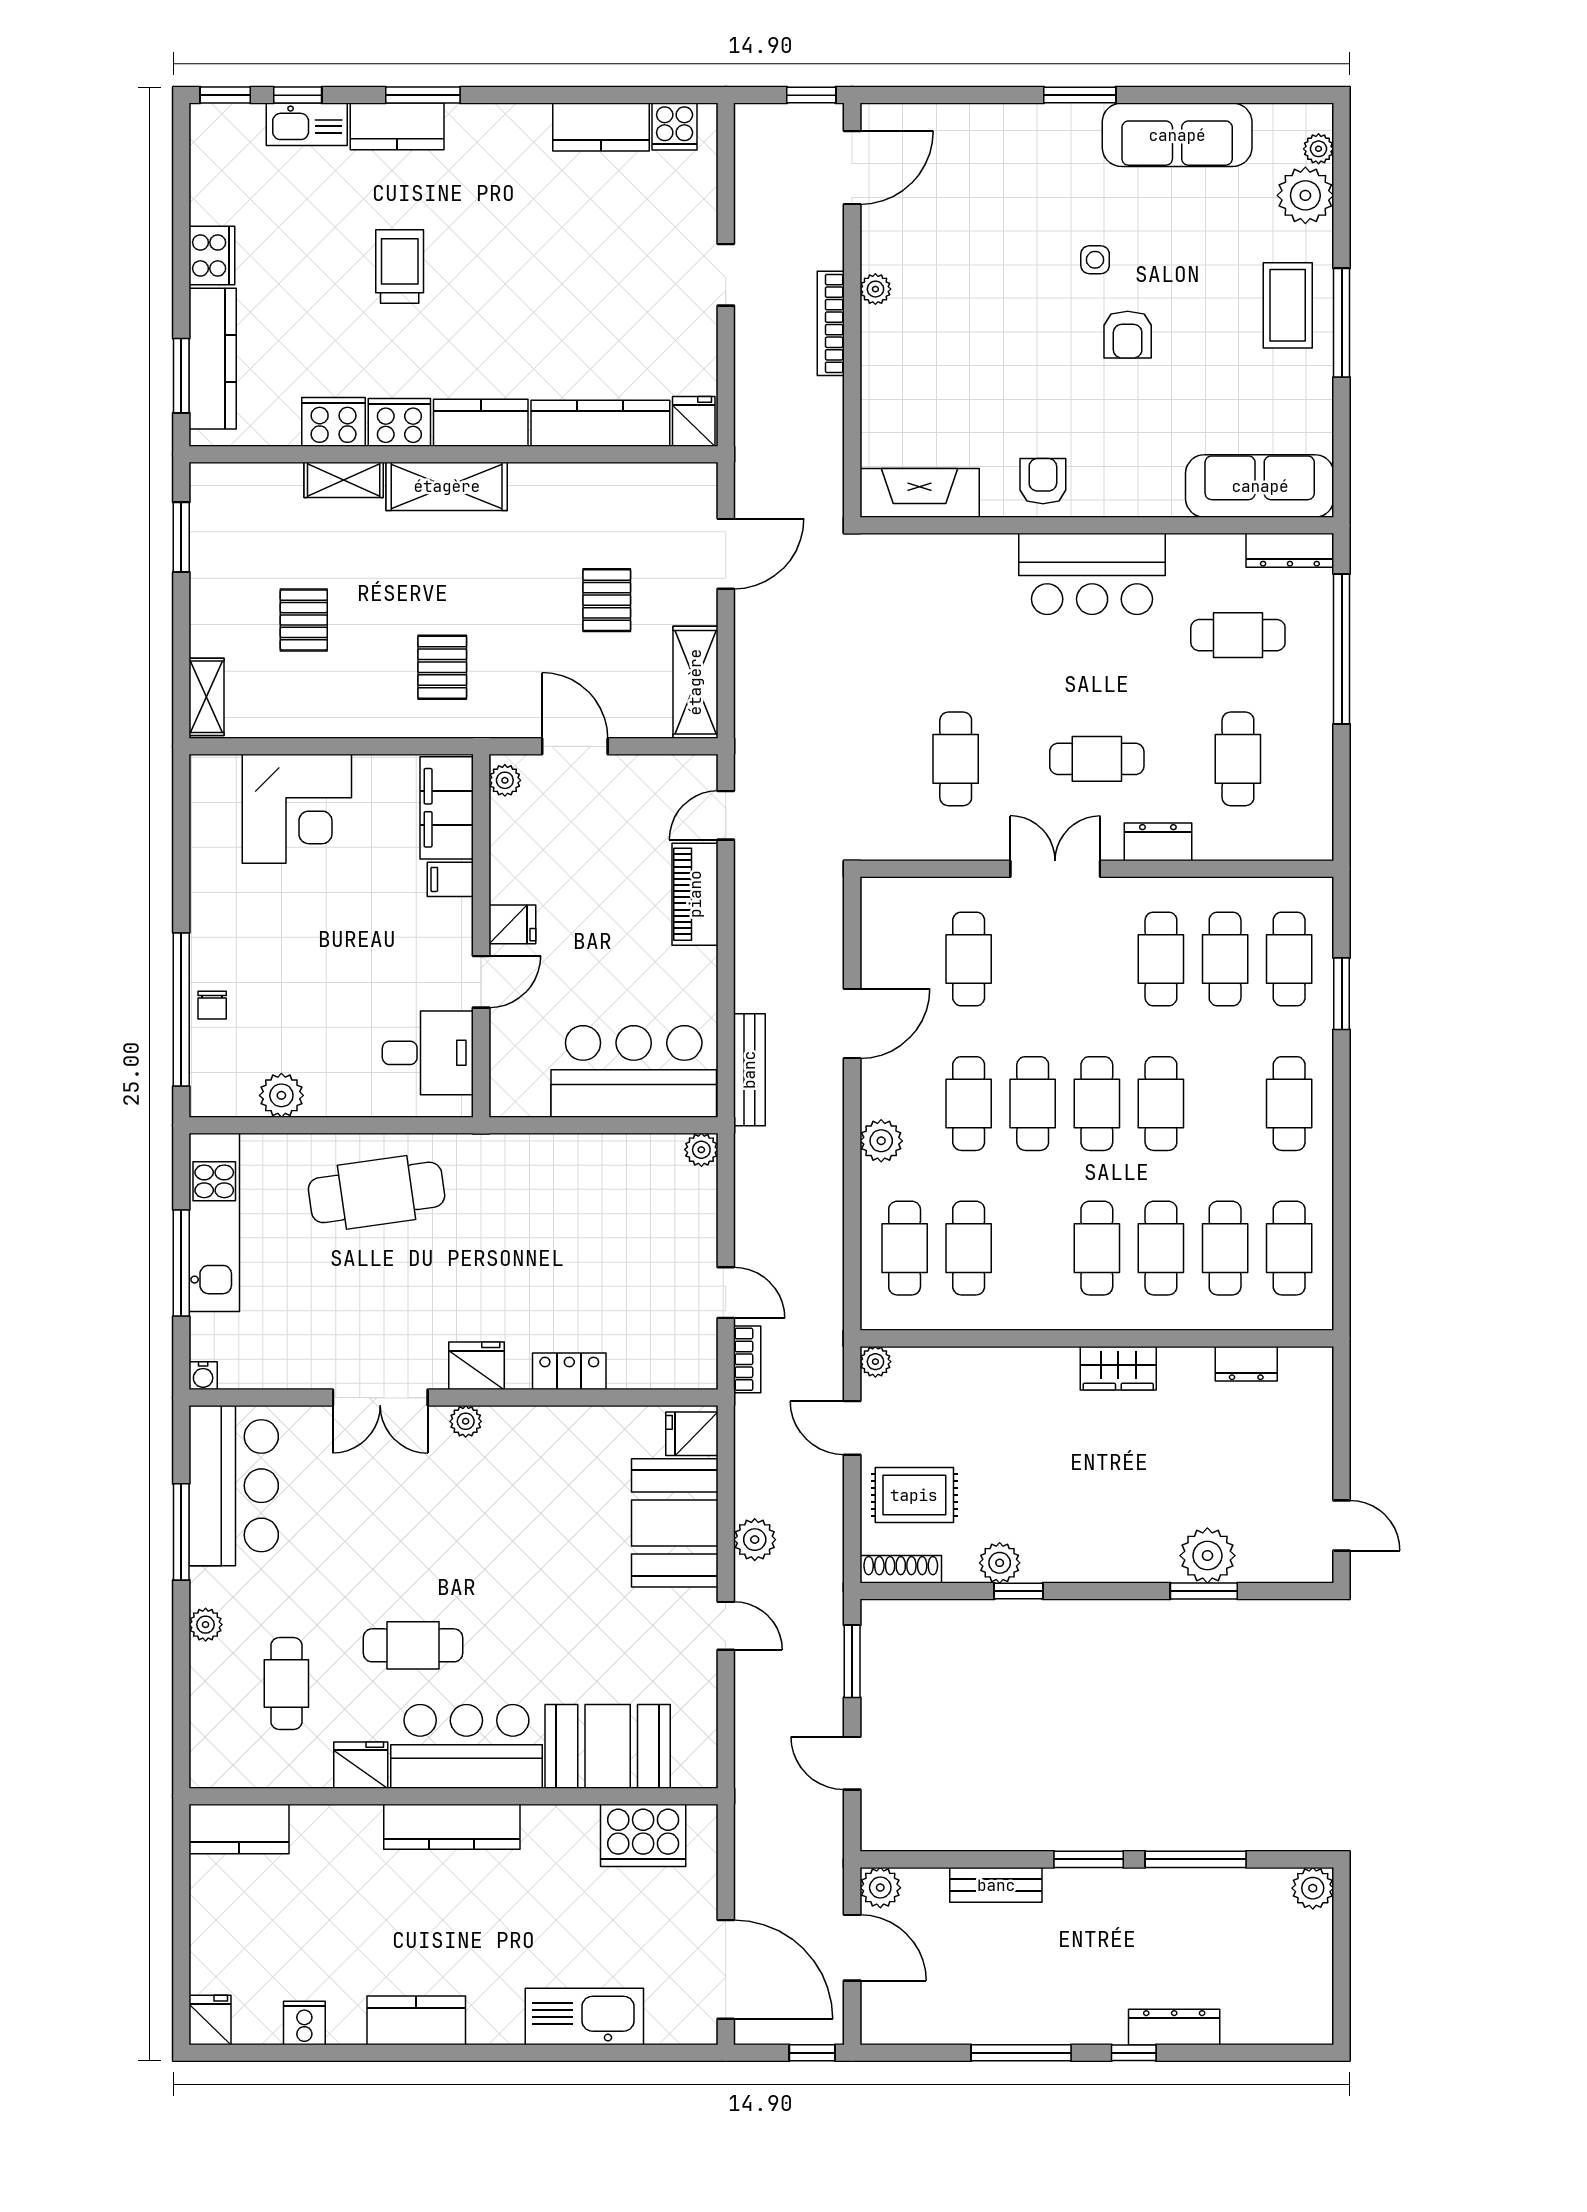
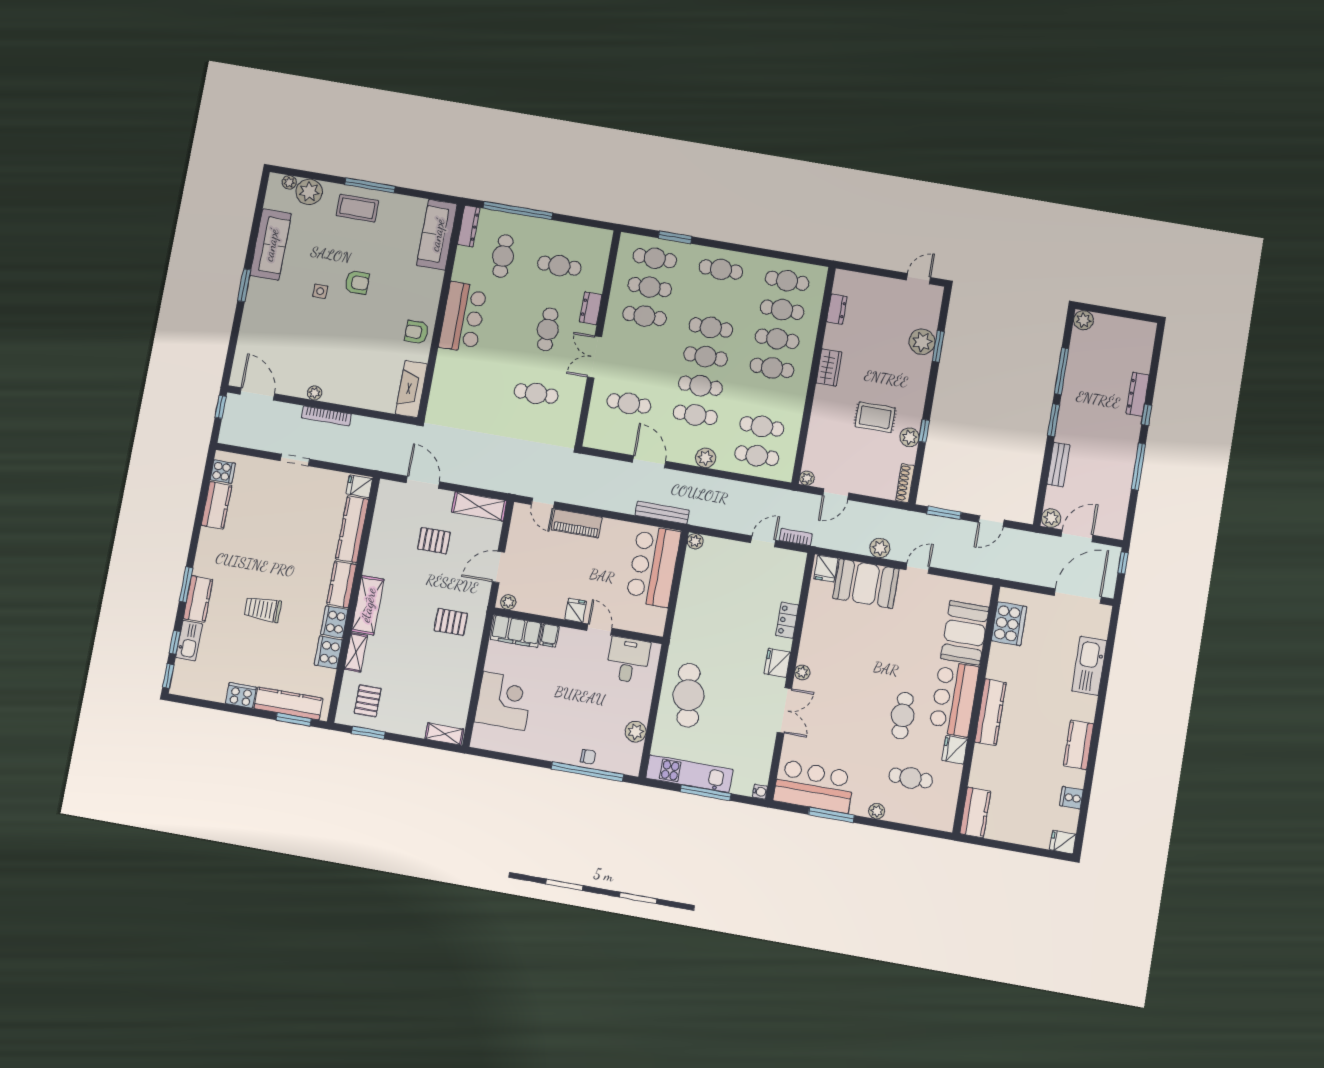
pallet: (304, 620) -> (368, 701), moved, turned 90
rug: (914, 1495) -> (875, 417), moved, turned 90

